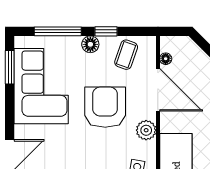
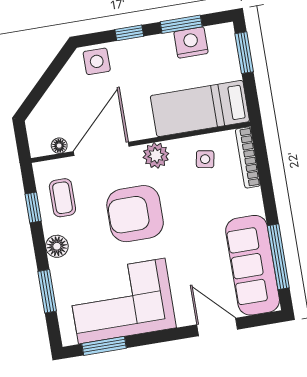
window: (58, 31) -> (47, 291), width x0.69
window: (106, 31) -> (33, 208), moved
coffee table: (126, 55) -> (62, 198), turned 71

